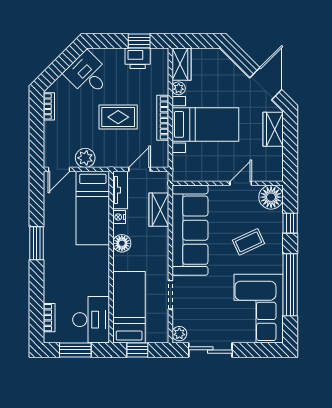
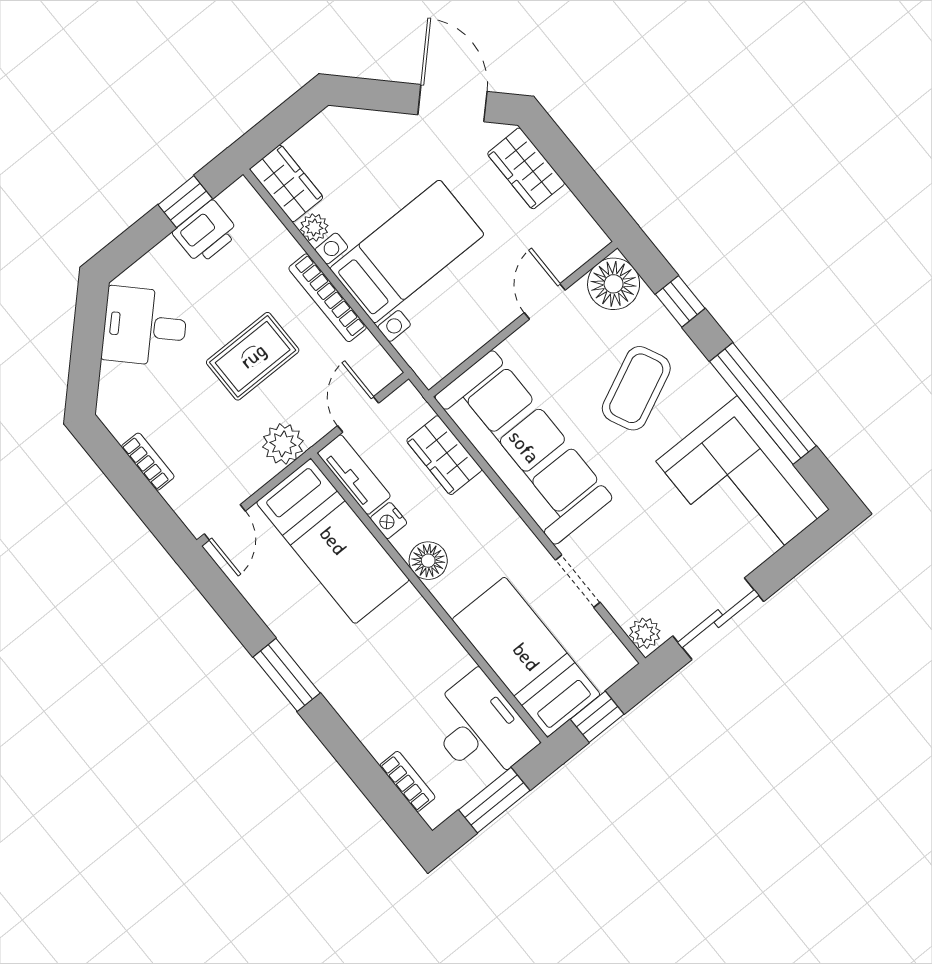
bookcase: (49, 106) -> (148, 462), moved
plant: (85, 158) -> (283, 444), moved
coffee table: (248, 242) -> (636, 388), width x1.36, depth x1.30

